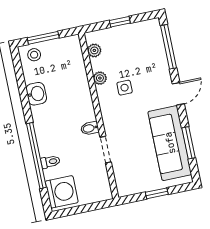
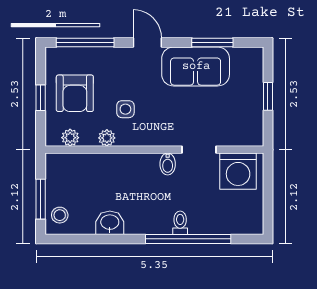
armchair: (129, 47) -> (75, 93), added
sofa: (170, 143) -> (196, 66), width x0.73
toilet: (50, 162) -> (180, 223), moved
washing machine: (62, 192) -> (238, 171), moved, turned 180

